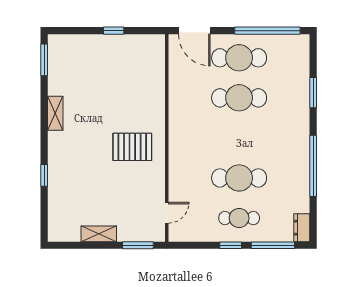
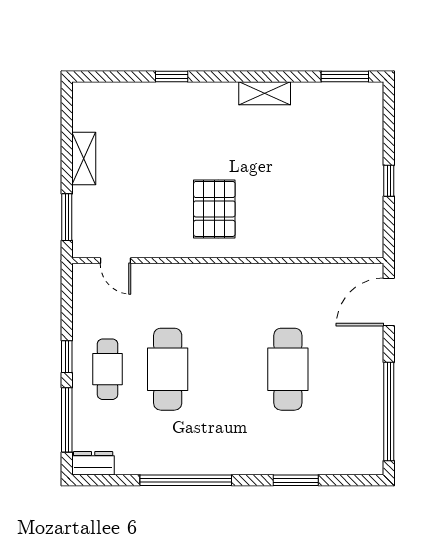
cafe table: (239, 58) -> (348, 369), removed

